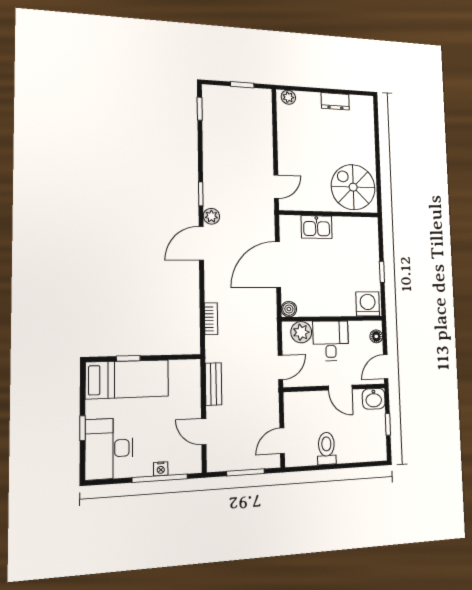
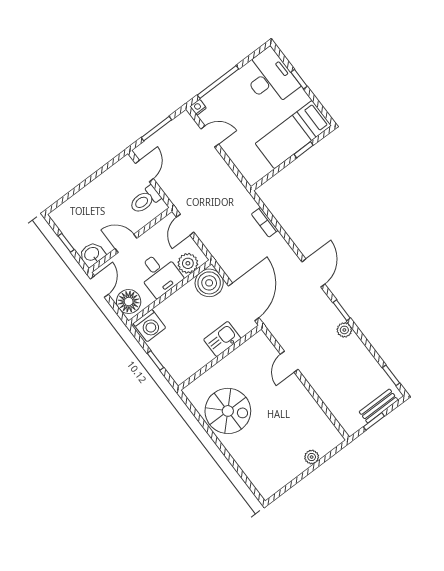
plant: (288, 97) -> (312, 457), moved
dresser: (335, 101) -> (293, 470), removed
wall: (329, 214) -> (220, 358), moved
plant: (211, 216) -> (344, 330), moved
kitchen sink: (317, 227) -> (222, 339), moved
boiler: (289, 309) -> (209, 283), width x1.86, depth x1.86
floor lamp: (376, 336) -> (129, 302), width x1.89, depth x1.89
bench: (214, 384) -> (379, 406), moved, turned 90
toilet: (326, 448) -> (145, 200), moved, turned 90
nightstand: (161, 469) -> (198, 107), moved

